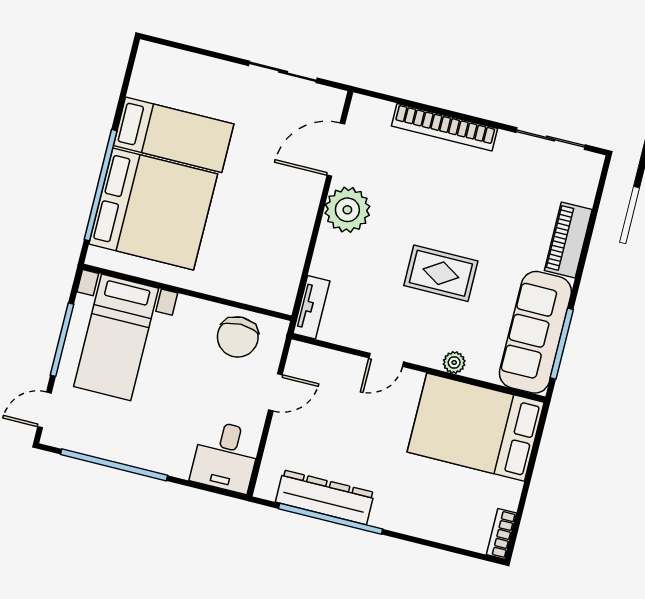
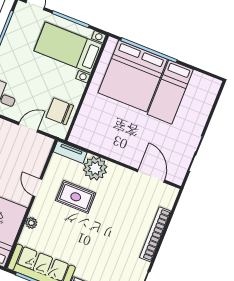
plant: (347, 210) -> (95, 168), moved
rug: (441, 273) -> (76, 197), moved, turned 90
door: (275, 392) -> (28, 127), swing flipped

